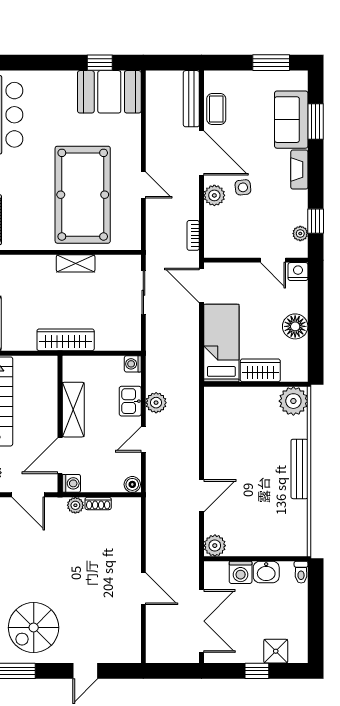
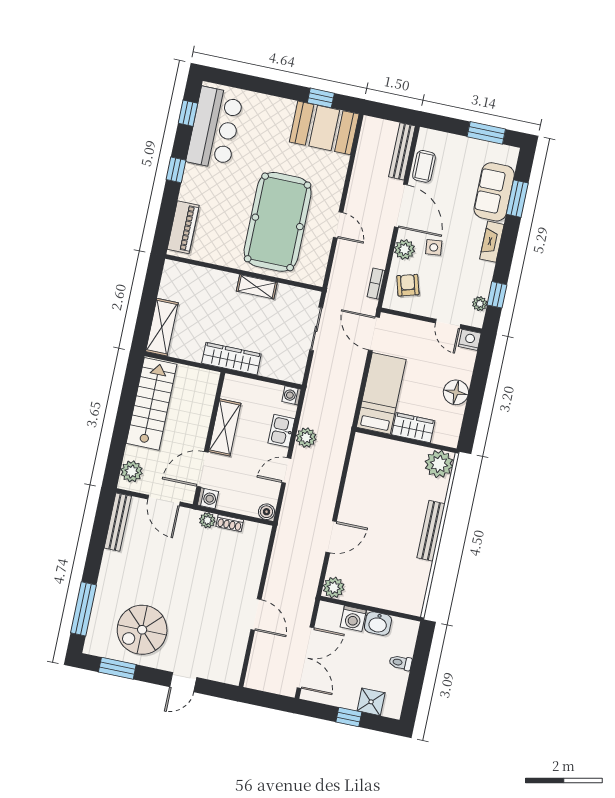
armchair: (225, 230) -> (408, 285), added
toilet: (301, 572) -> (401, 663), moved, turned 90

